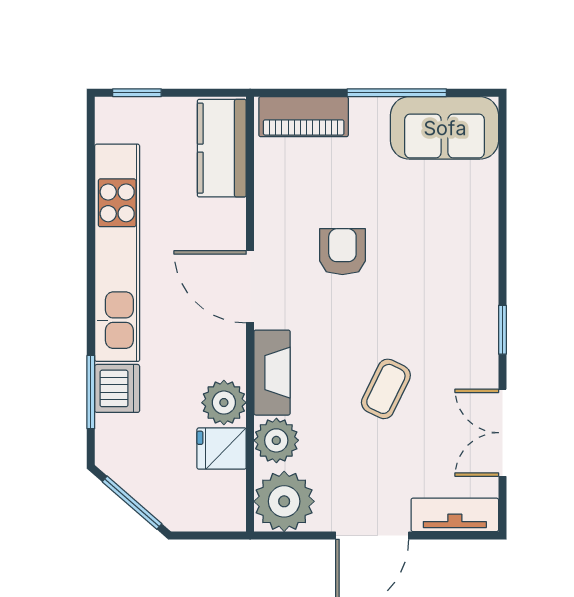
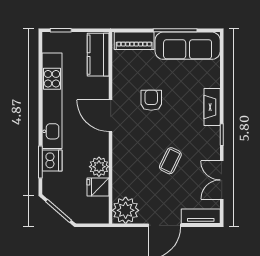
sofa: (445, 128) -> (188, 46), width x1.36
fireplace: (272, 373) -> (212, 107), moved, turned 180
plant: (276, 440) -> (122, 183), removed

